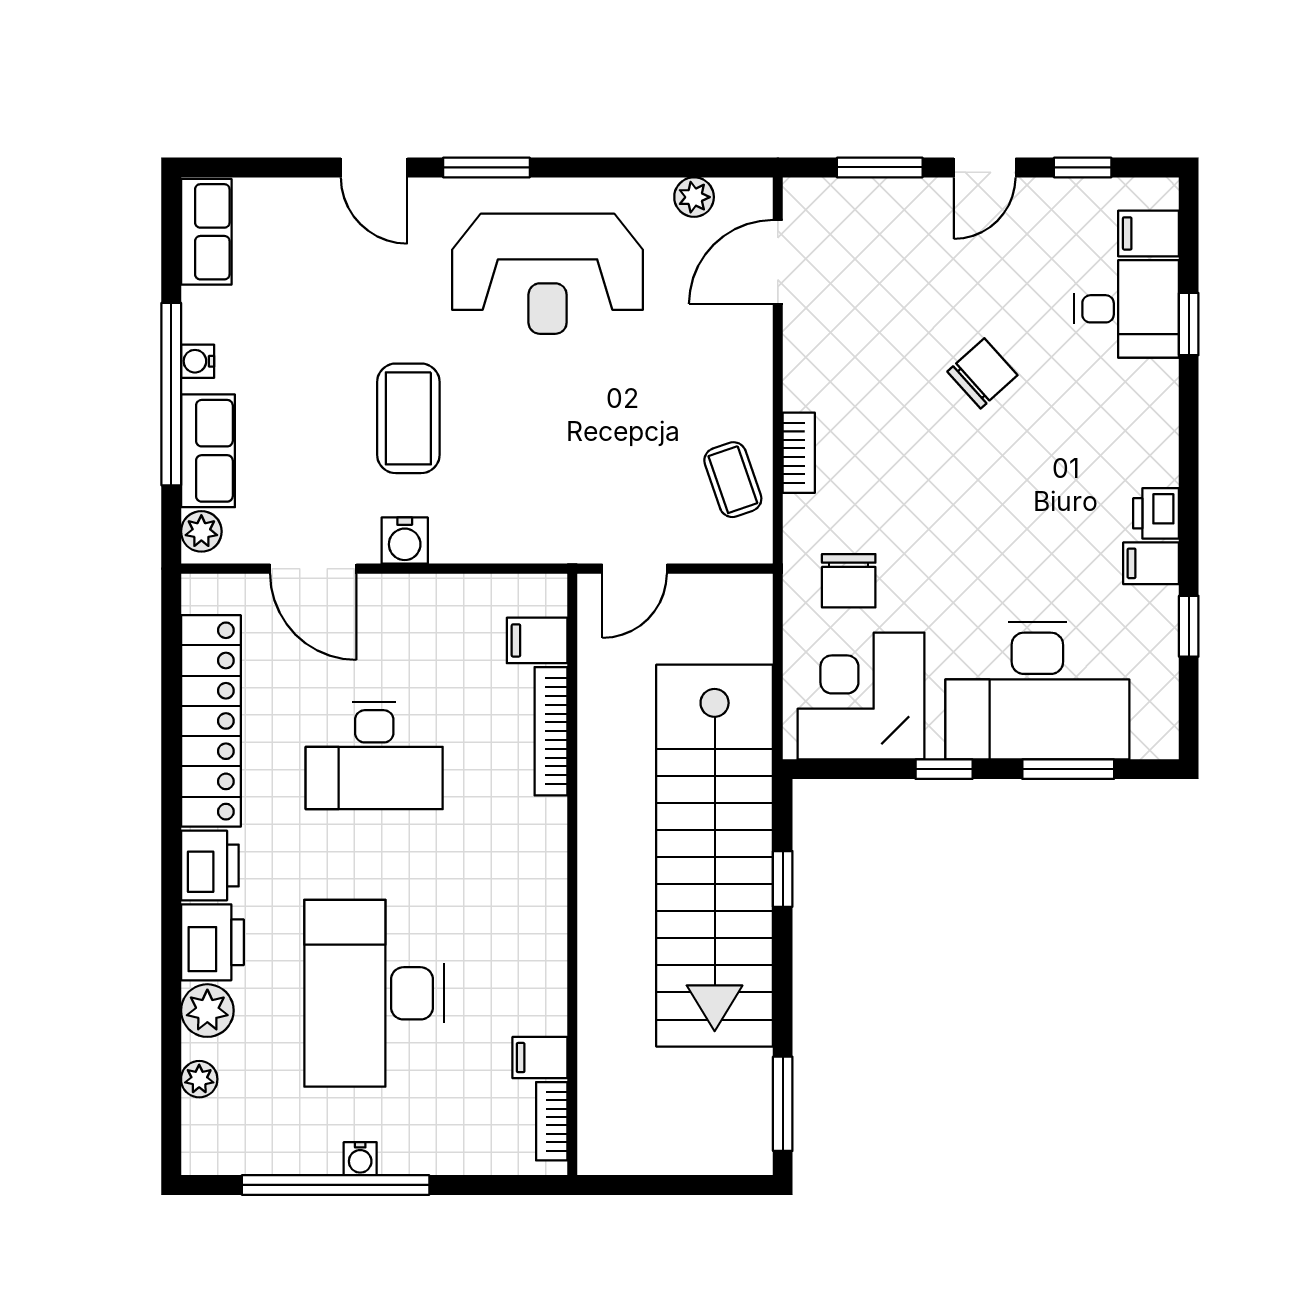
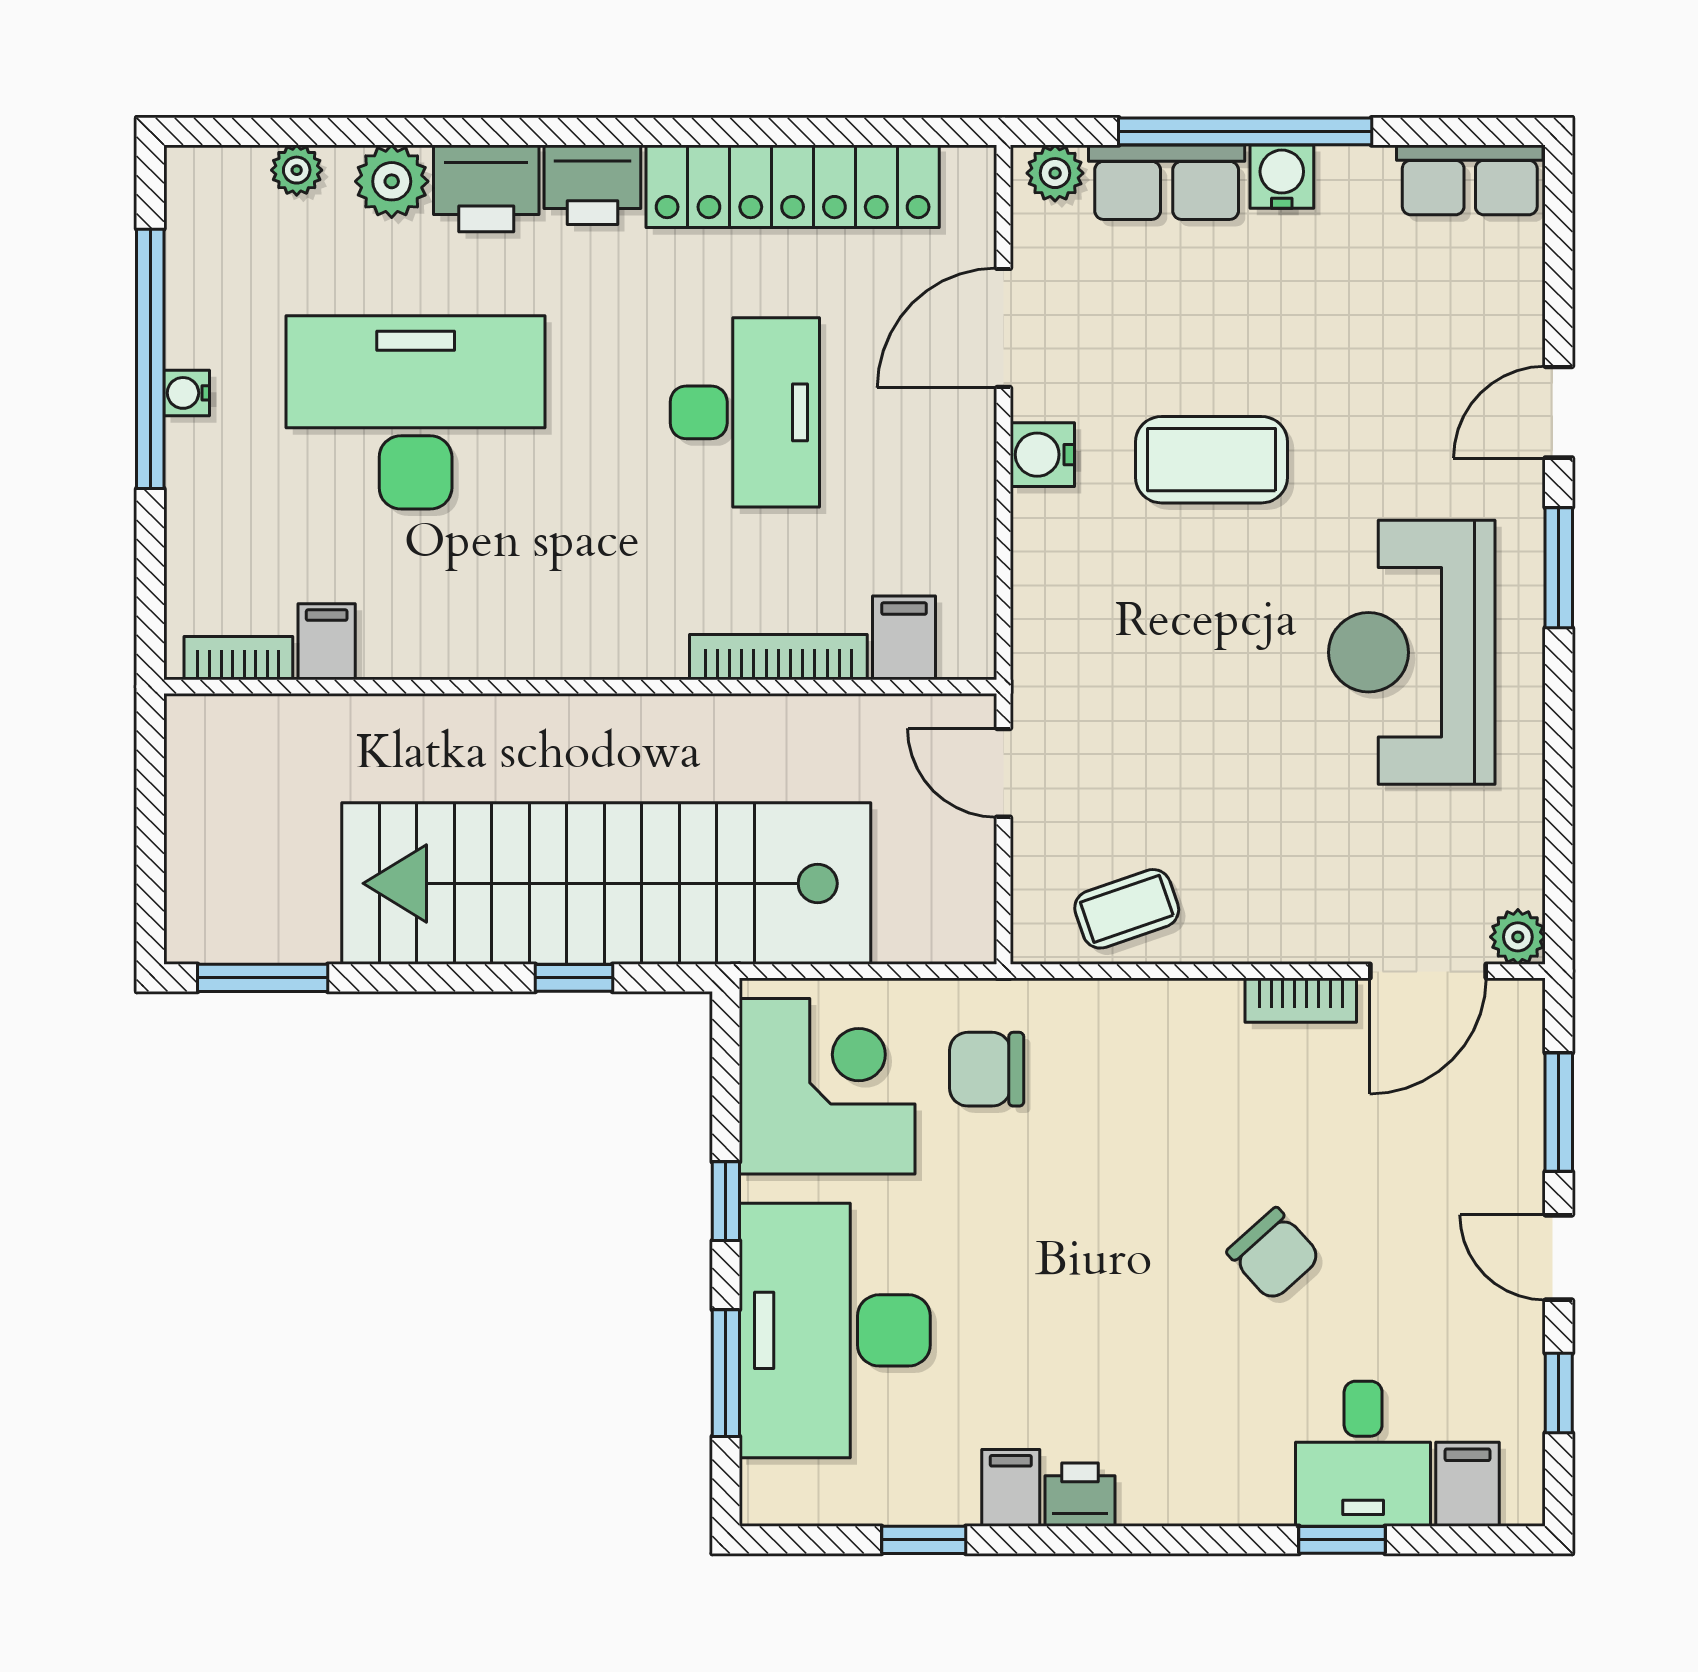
plant: (694, 197) -> (1518, 937), moved
door: (778, 262) -> (1428, 971), swing flipped
water cooler: (198, 361) -> (1282, 177), width x1.38, depth x1.38
bookcase: (799, 453) -> (1301, 1000), moved
desk: (374, 755) -> (745, 412), turned 180

